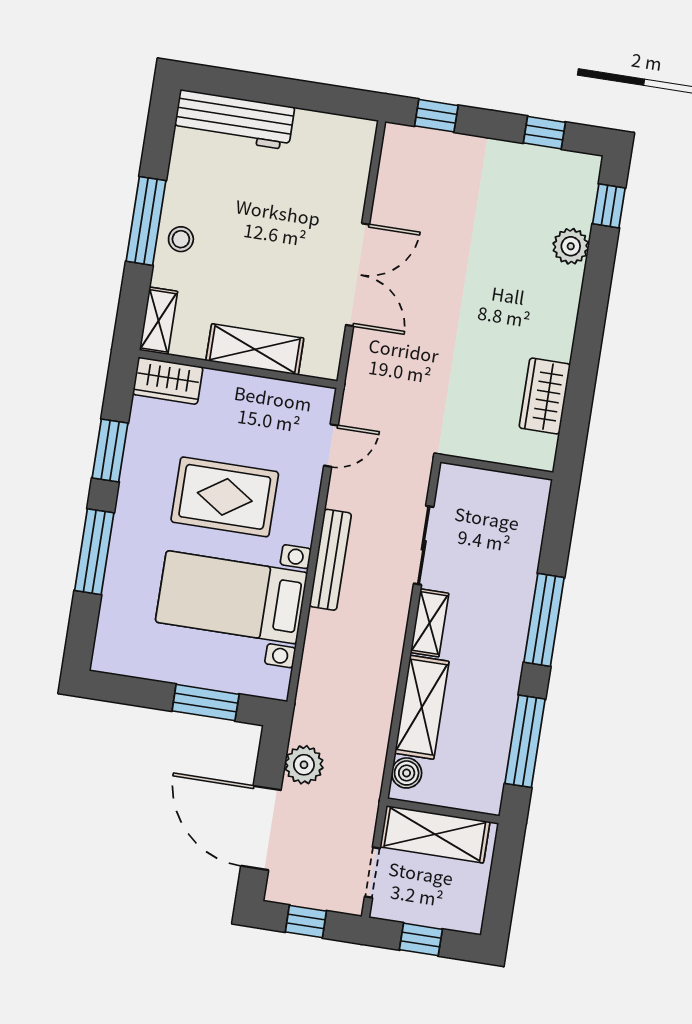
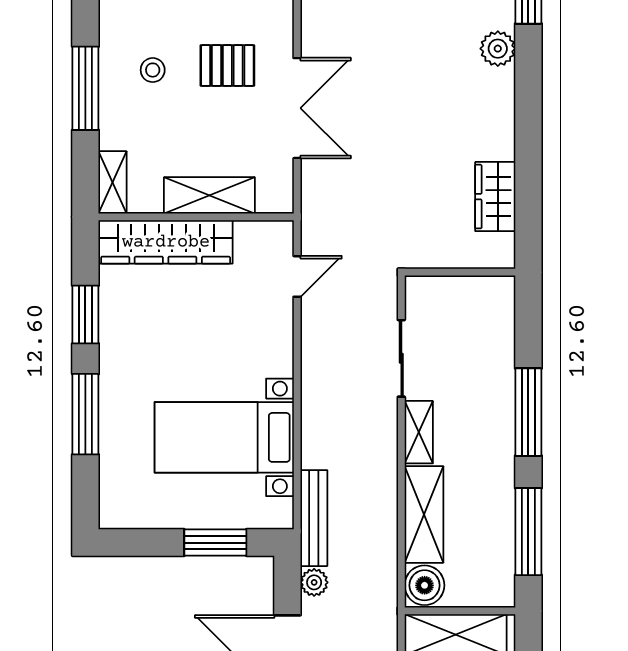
pallet: (294, 220) -> (227, 66), added
stool: (181, 239) -> (153, 70), moved
wardrobe: (168, 381) -> (166, 242), width x2.10, depth x1.17
rug: (225, 497) -> (203, 342), removed
bench: (330, 560) -> (314, 518), moved
plant: (304, 765) -> (314, 582), width x0.73, depth x0.73
boiler: (407, 773) -> (425, 585), width x1.36, depth x1.36

